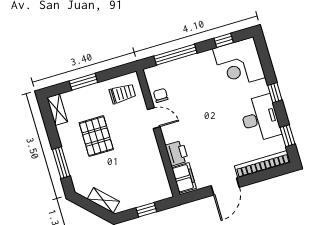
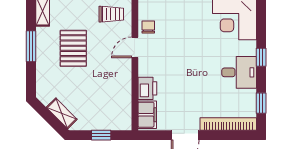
door: (154, 118) -> (135, 47), swing flipped
desk: (260, 118) -> (239, 72), width x0.73
window: (61, 163) -> (31, 46), moved

